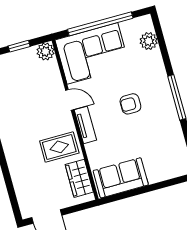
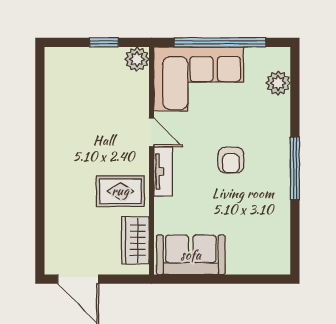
armchair: (130, 104) -> (231, 160), turned -90

